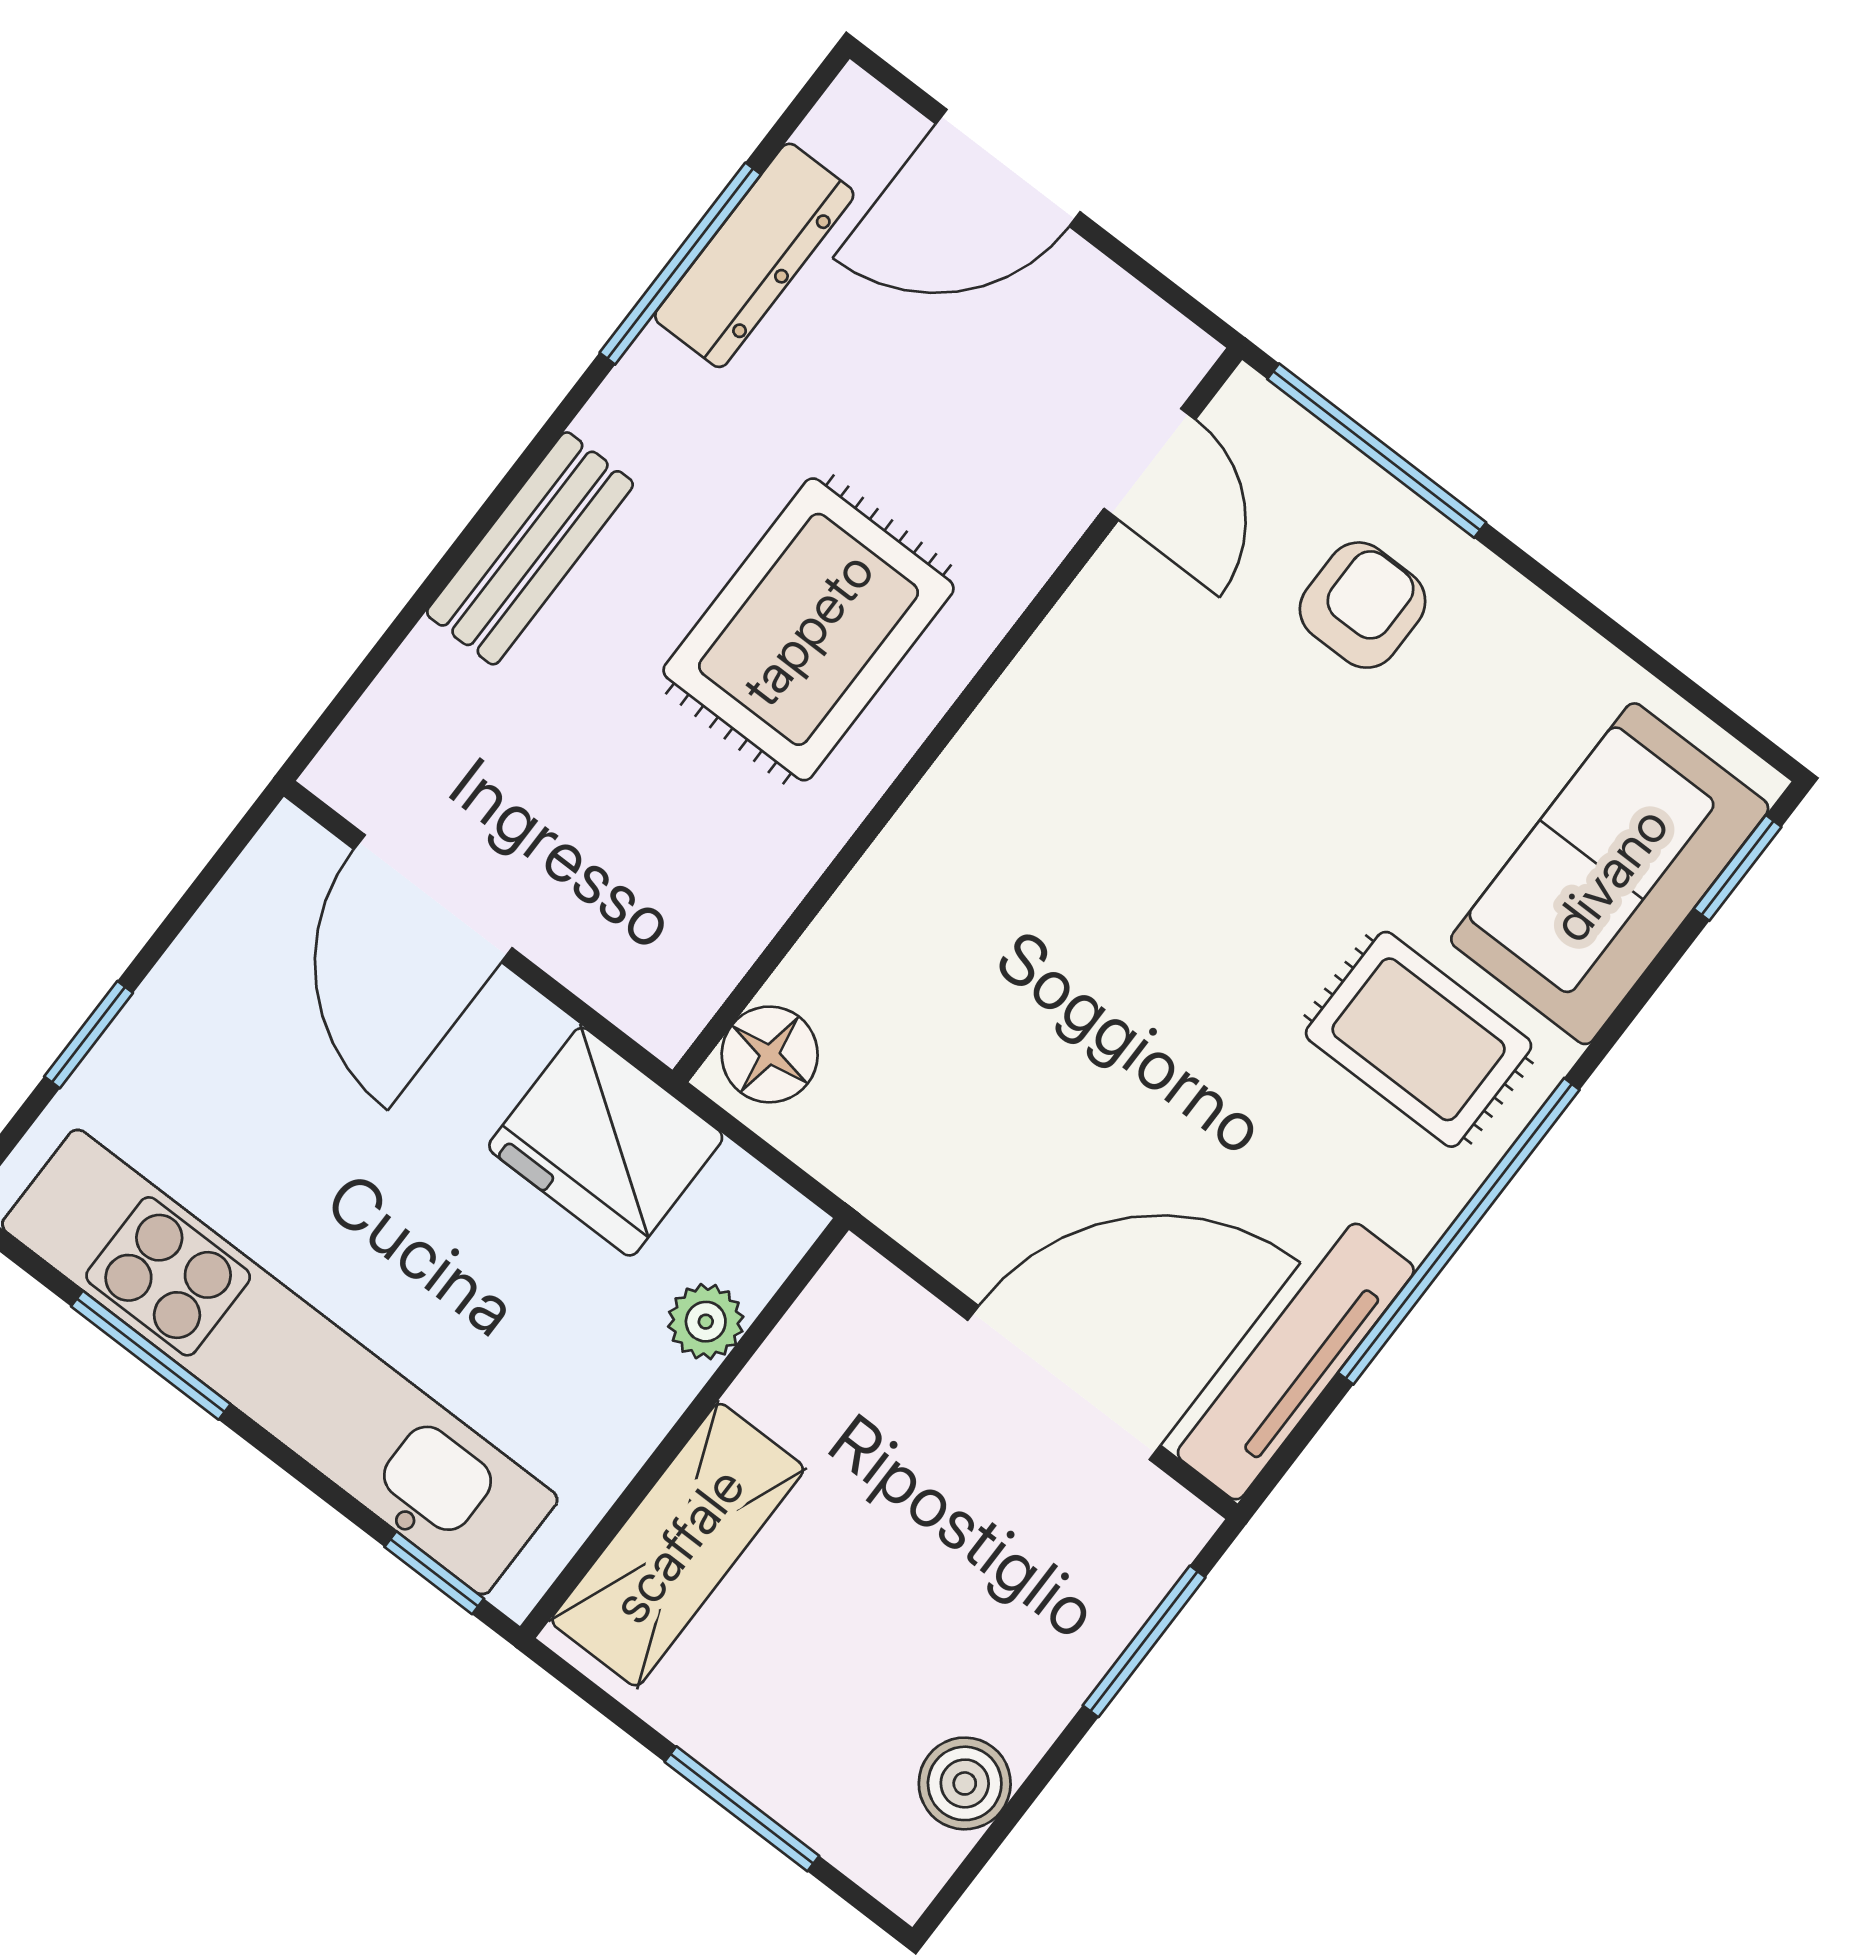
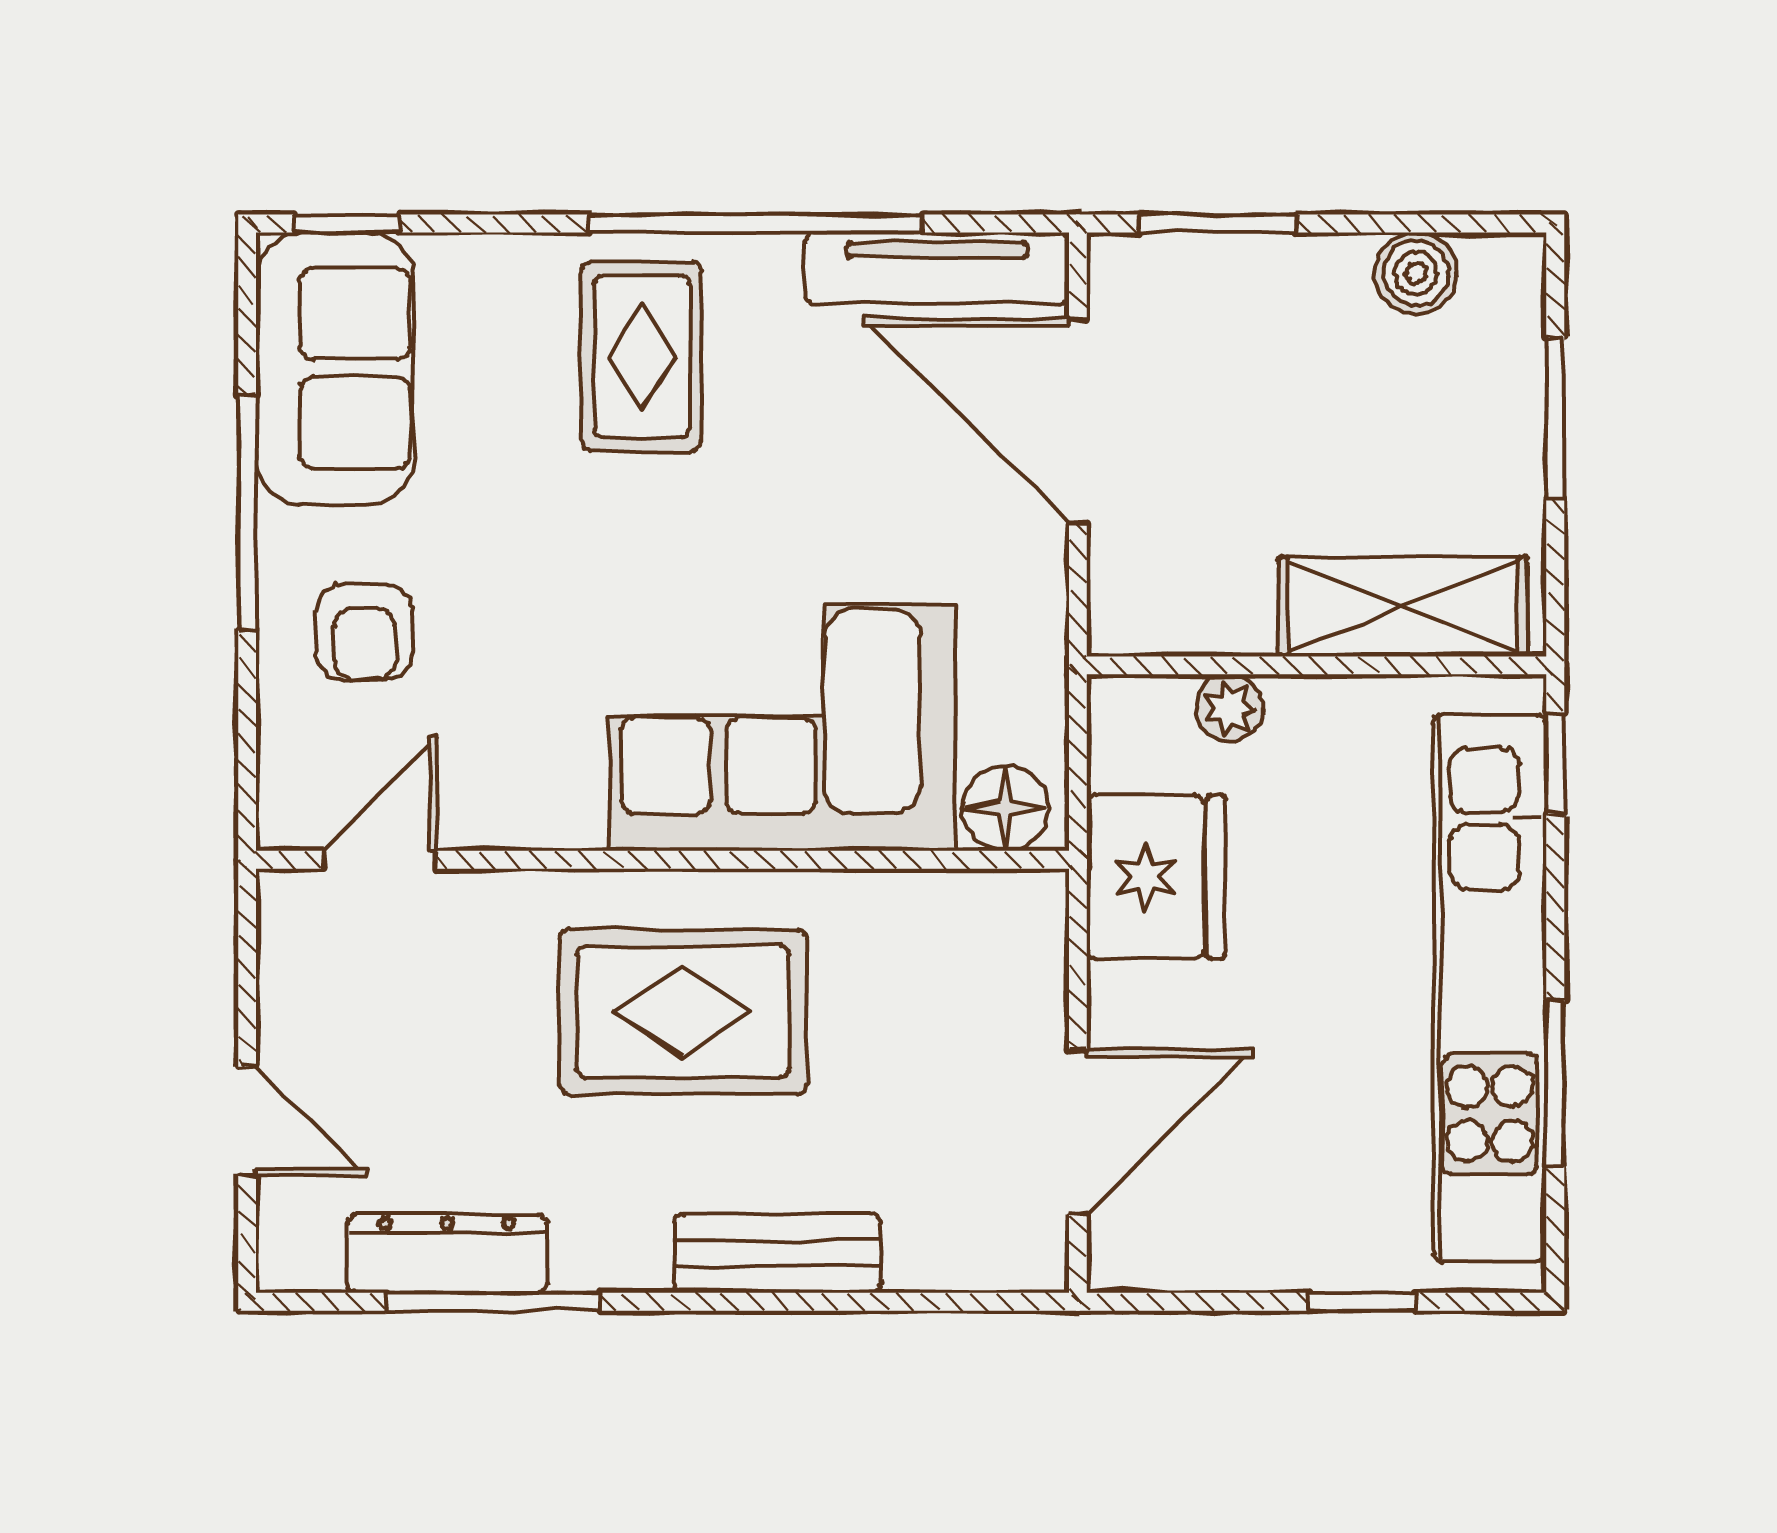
door: (1008, 168) -> (247, 1121), width x0.73
window: (1377, 451) -> (247, 513), moved
armchair: (1363, 605) -> (364, 632), turned -90
sofa: (1610, 874) -> (335, 368), moved, turned -90
corner sofa: (993, 912) -> (782, 728), added

